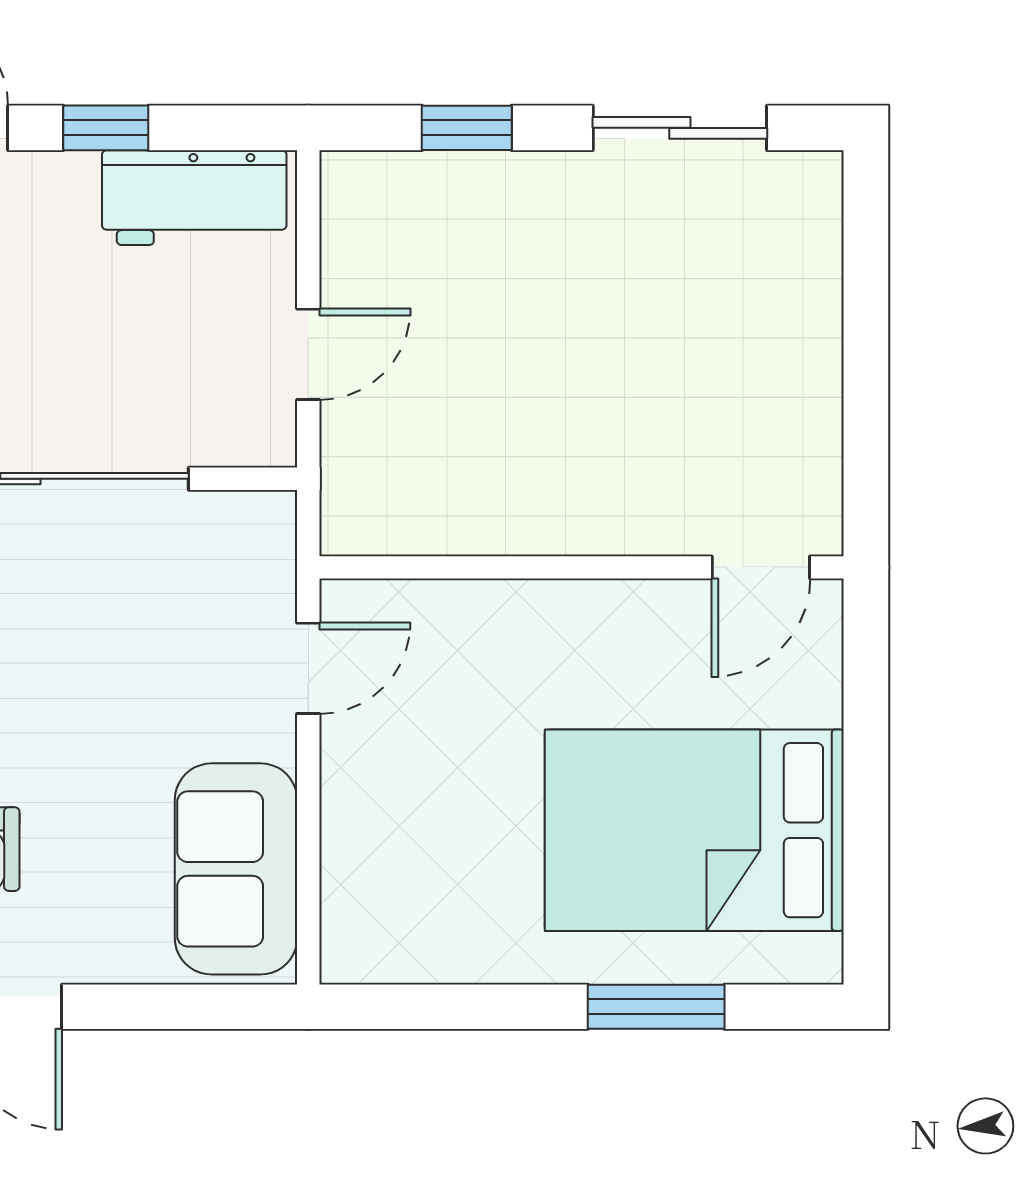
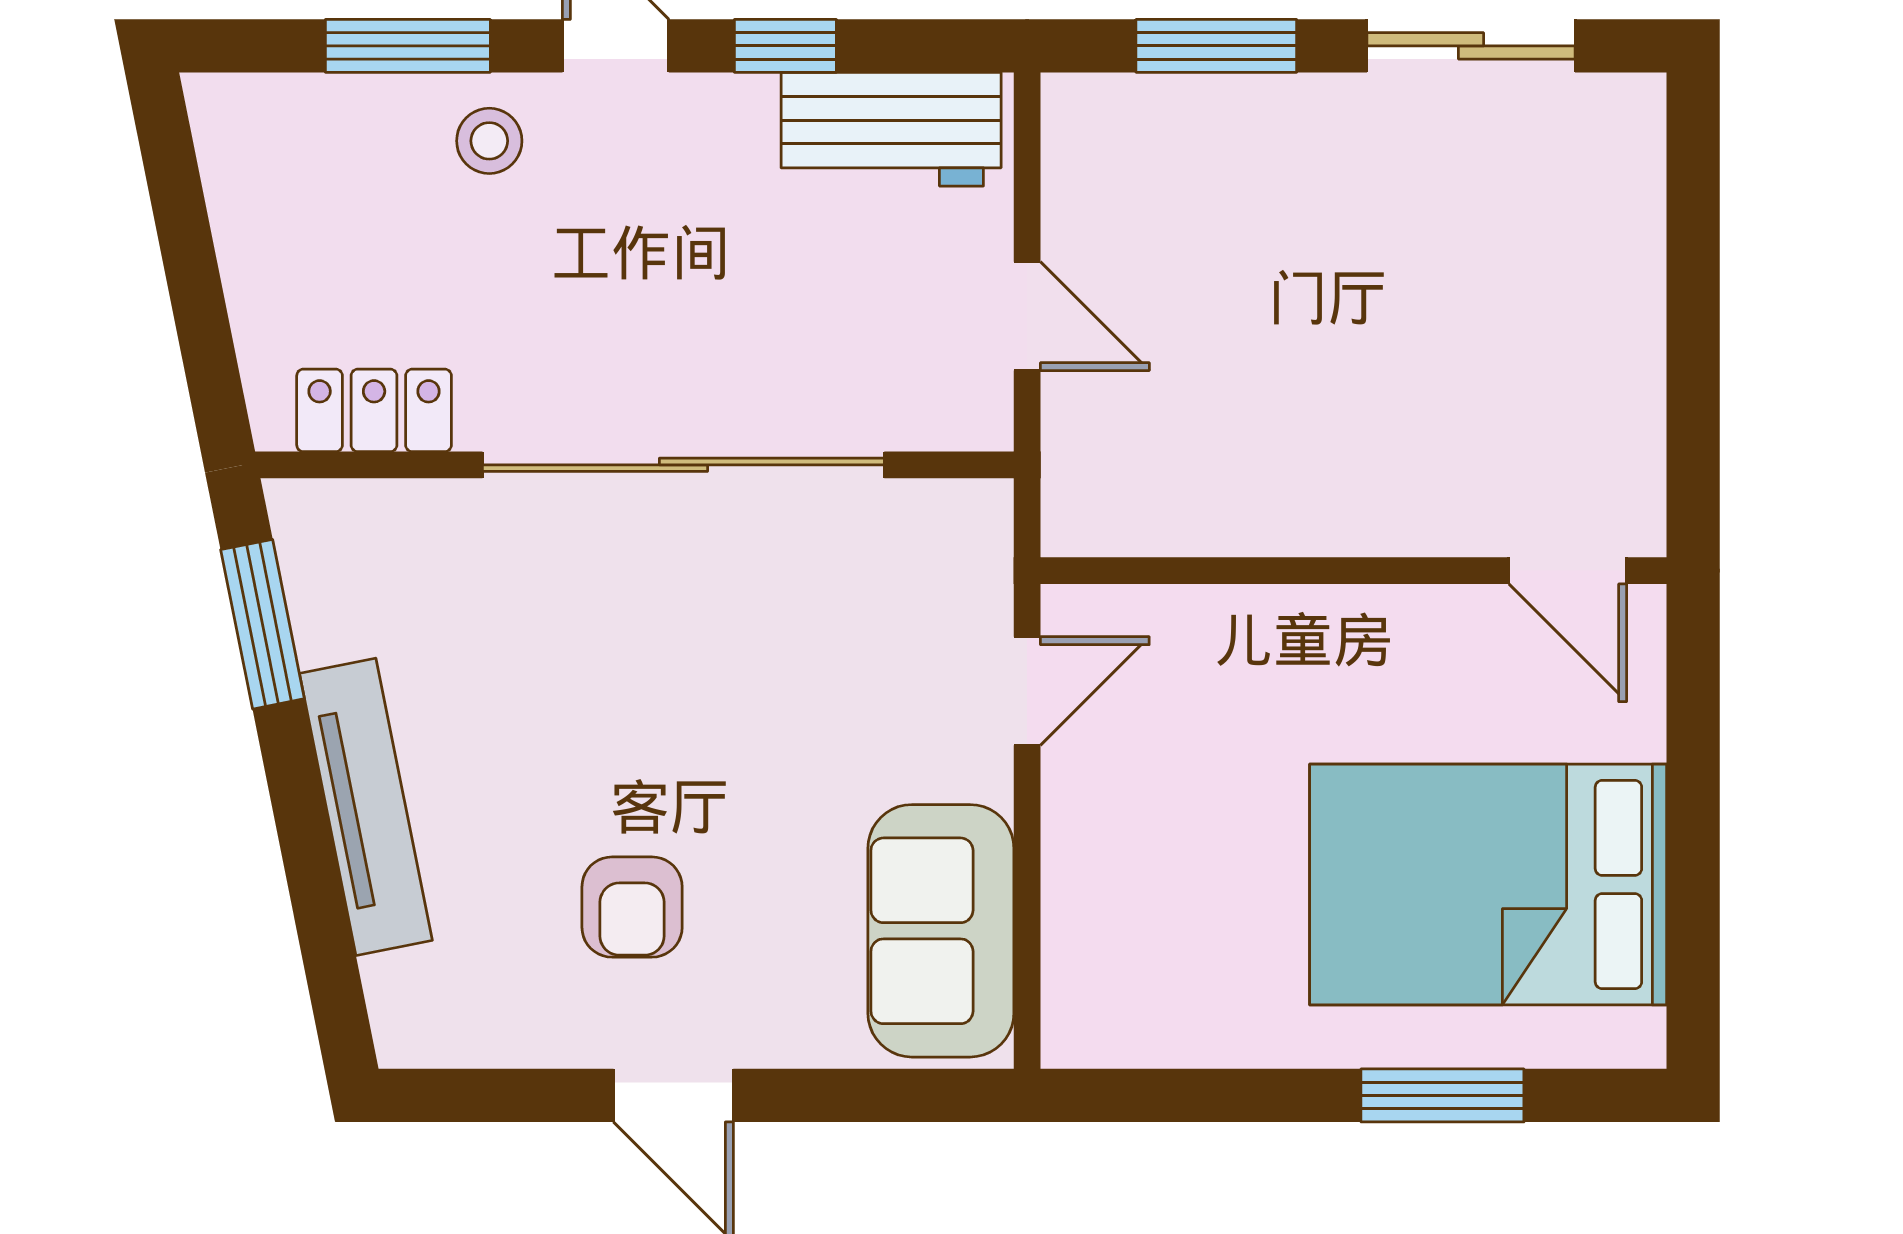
window: (467, 128) -> (1216, 46), width x1.50
door: (308, 354) -> (1027, 316), hinge flipped
door: (761, 567) -> (1568, 571), hinge flipped

